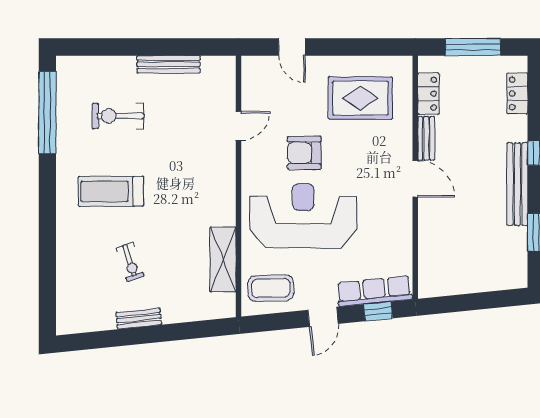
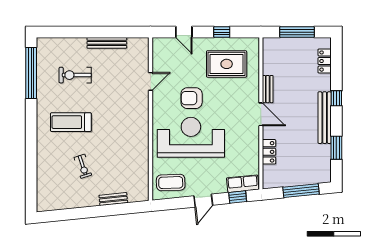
window: (353, 47) -> (222, 32), added
locker: (428, 94) -> (269, 152), moved
shelving: (223, 259) -> (141, 165), removed
row of seats: (374, 291) -> (243, 184), width x0.68
window: (480, 301) -> (301, 191), added
bench: (139, 319) -> (113, 199), moved

